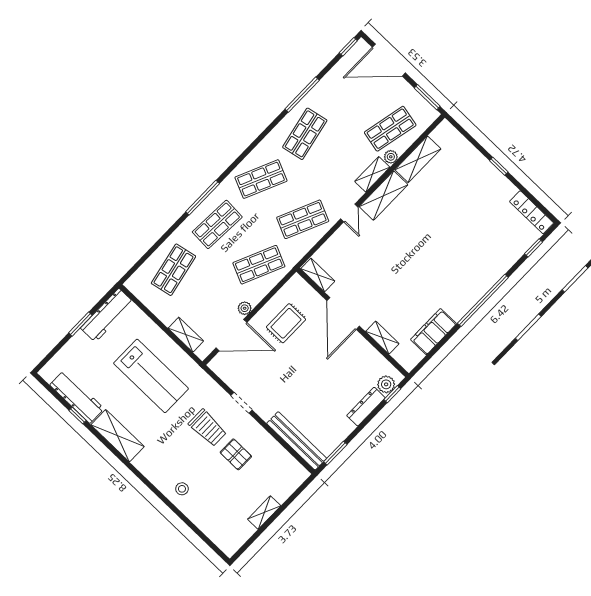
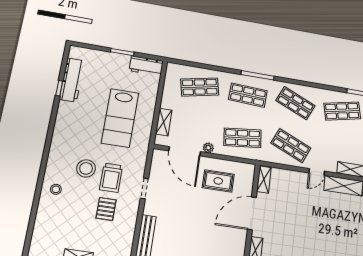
shop shelf: (259, 265) -> (243, 138), turned -30
workbench: (107, 315) -> (146, 66), width x0.73
shelving: (118, 436) -> (64, 123), removed
stool: (181, 446) -> (86, 168), added

